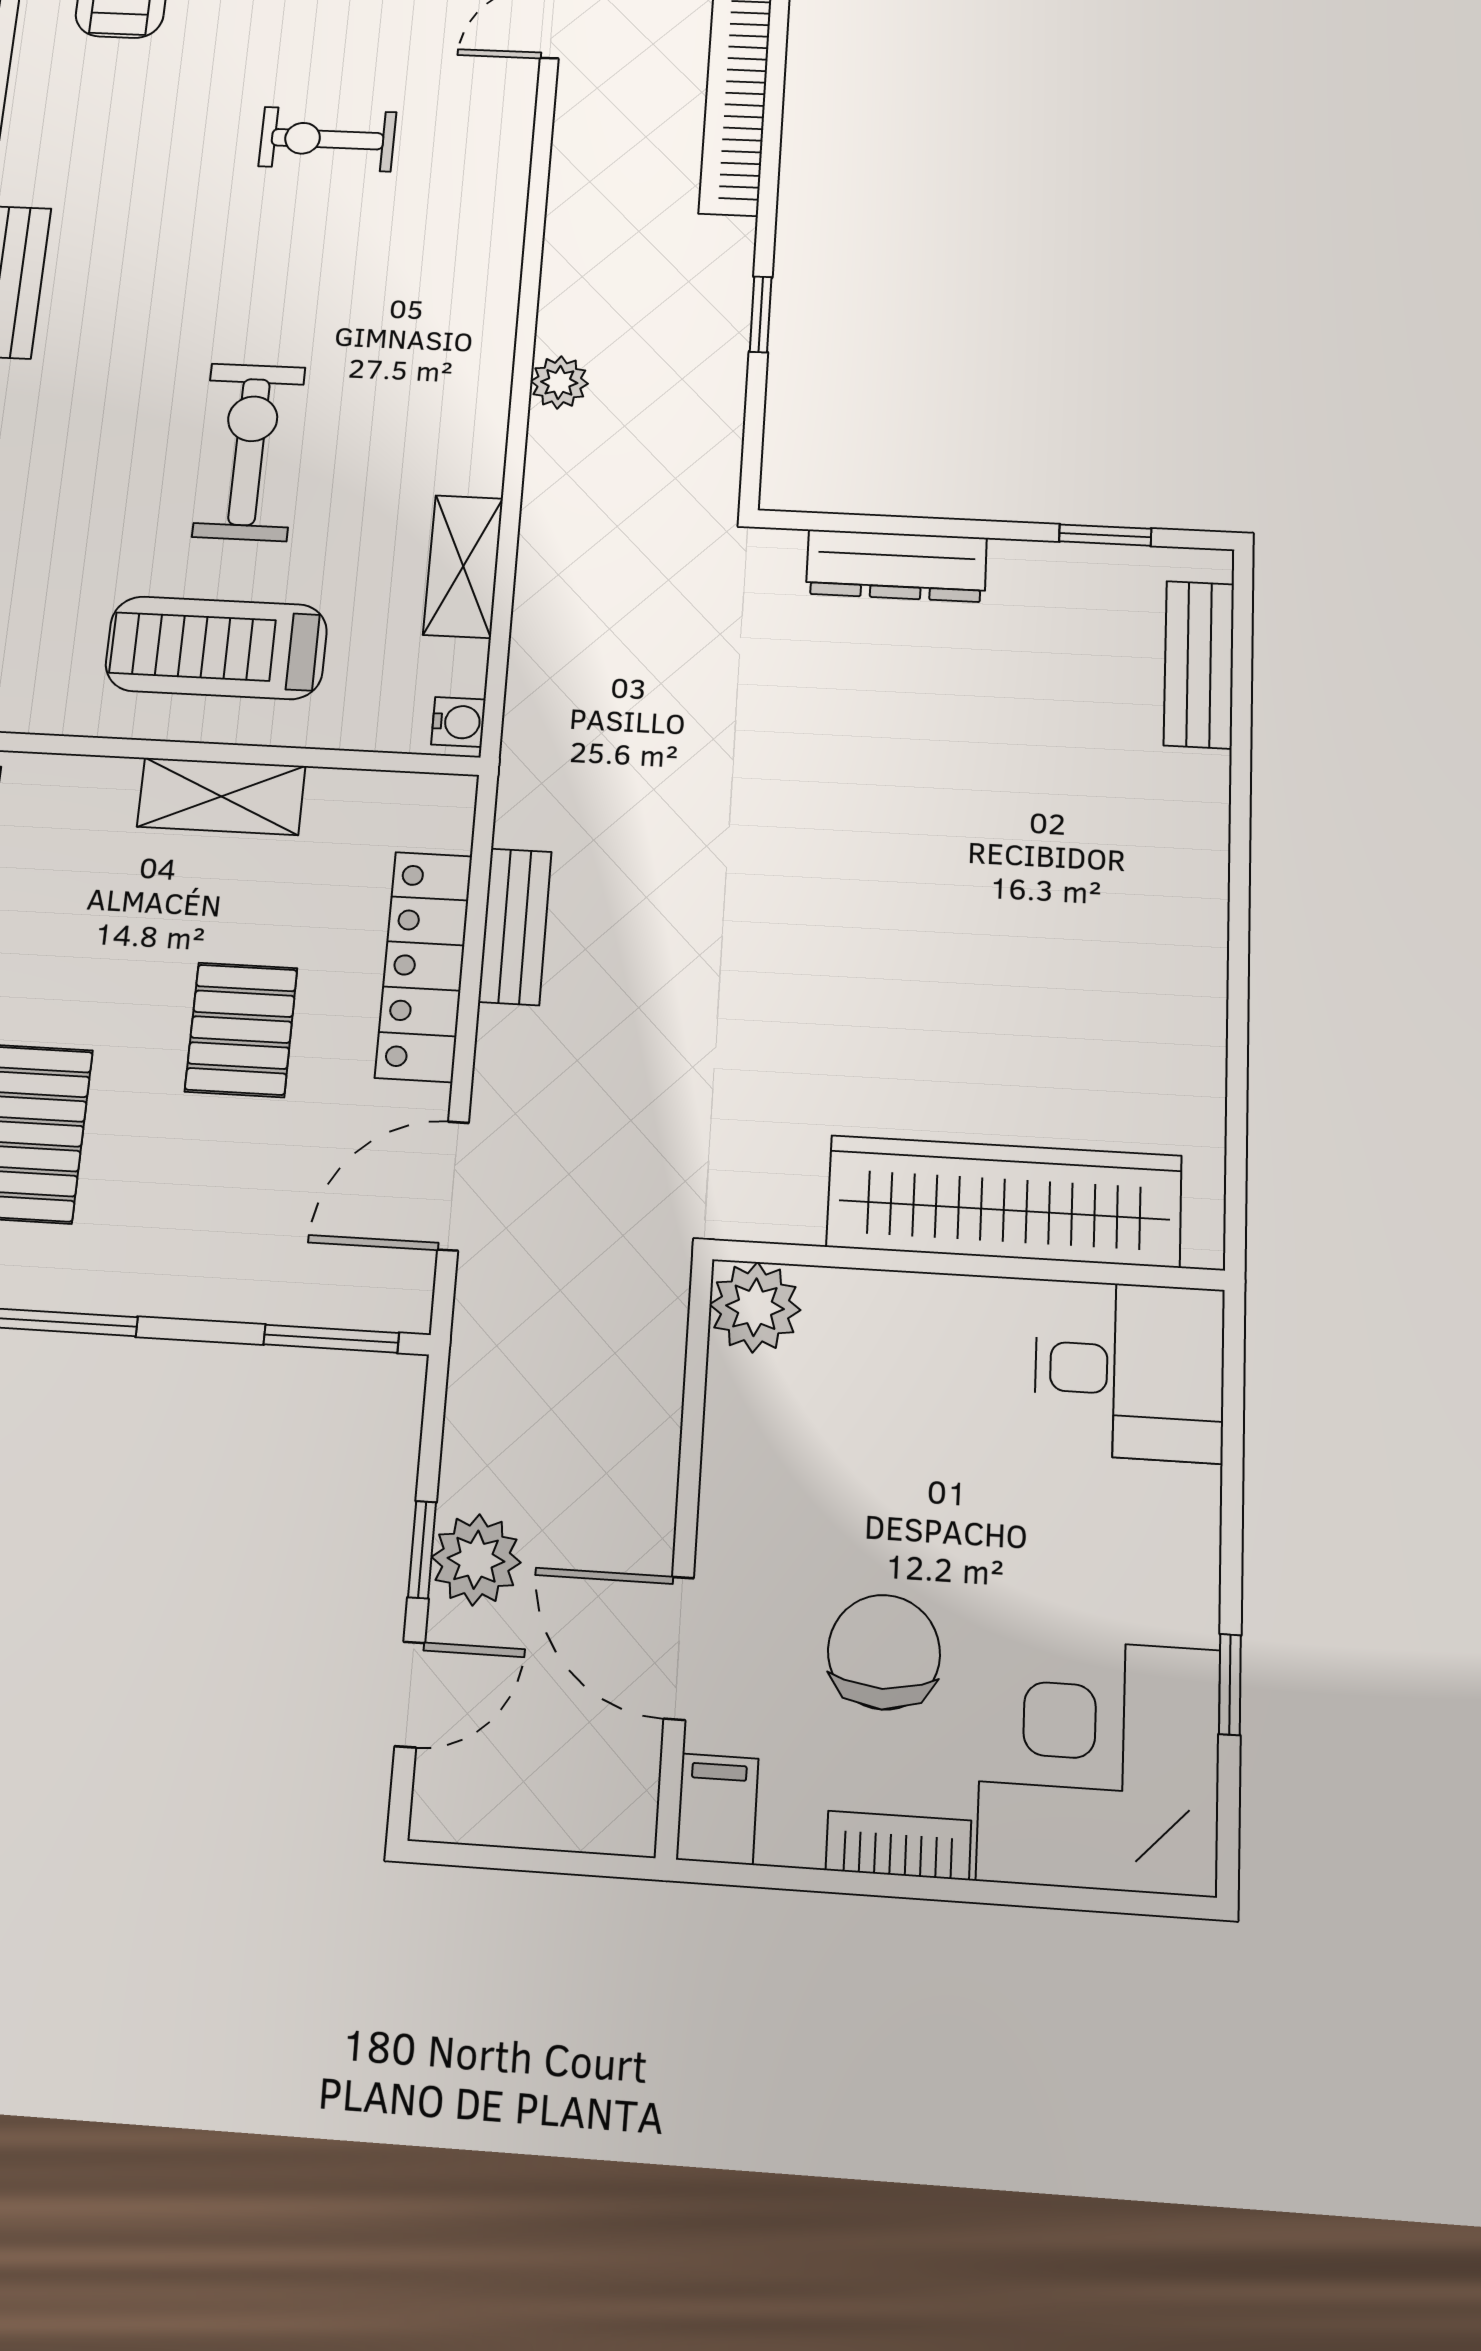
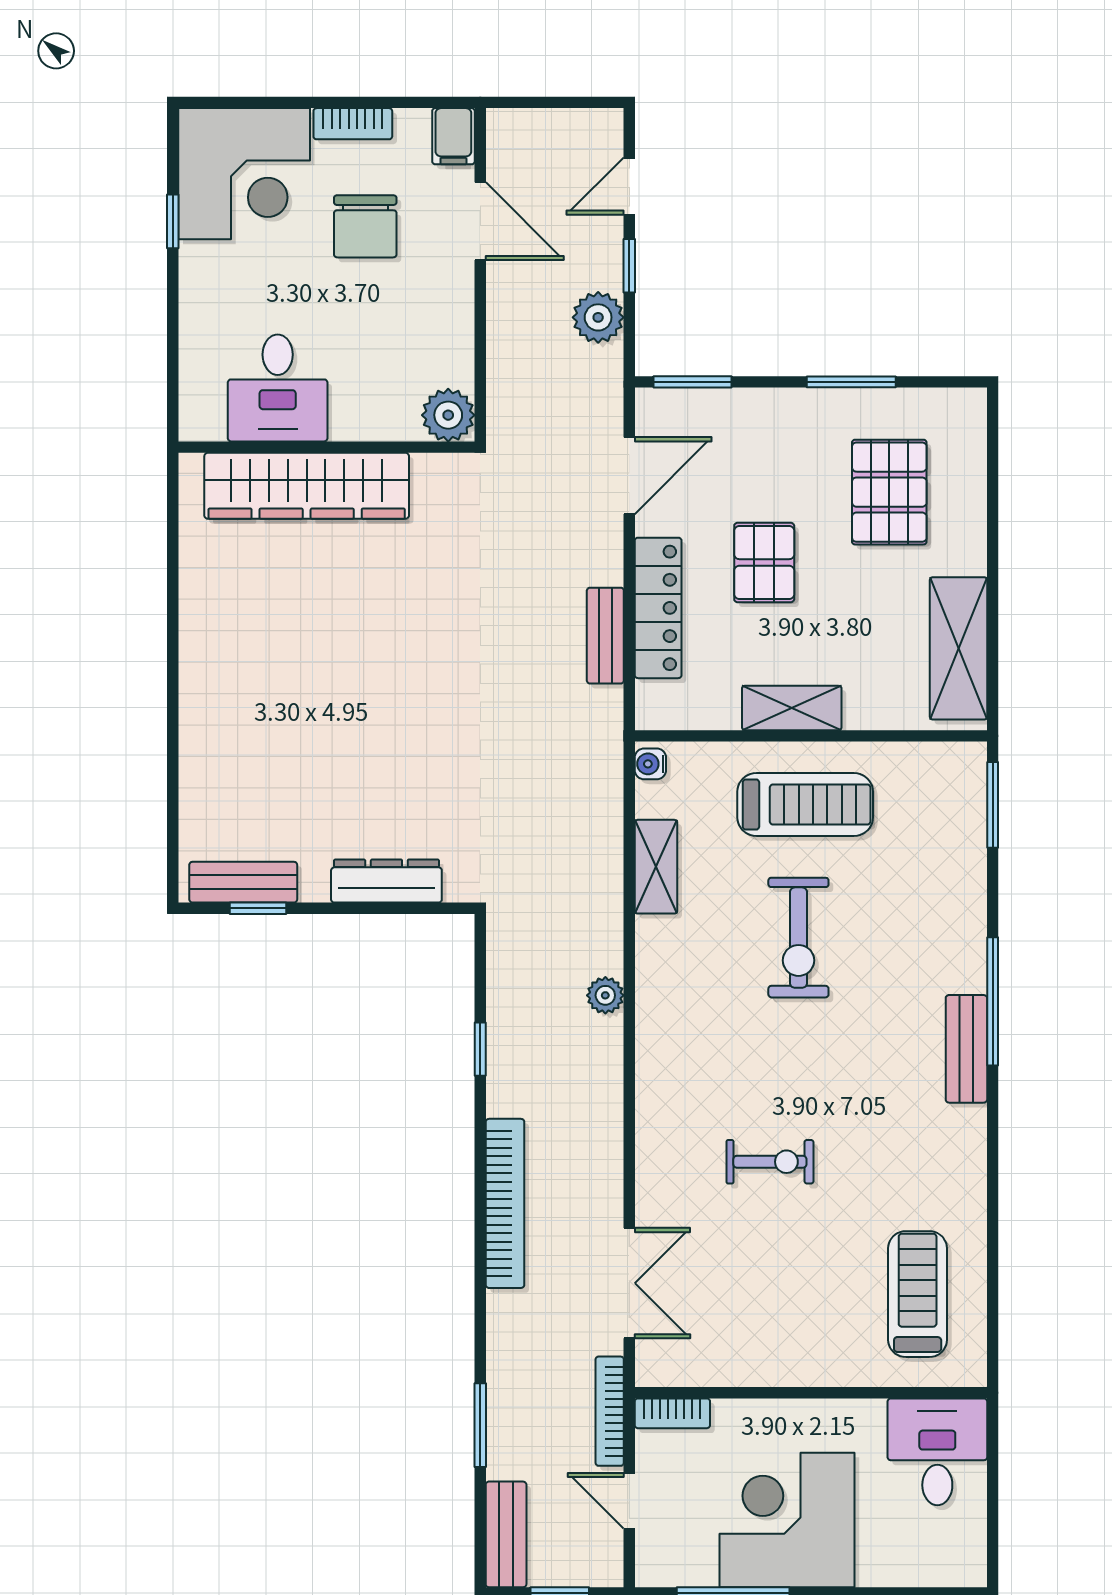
bench: (1199, 664) -> (243, 882), moved, turned 90
desk: (1130, 1371) -> (278, 388), moved, turned -90
plant: (476, 1560) -> (598, 317), moved

